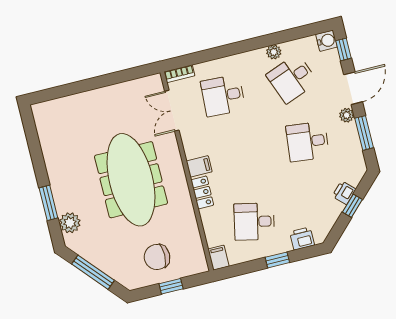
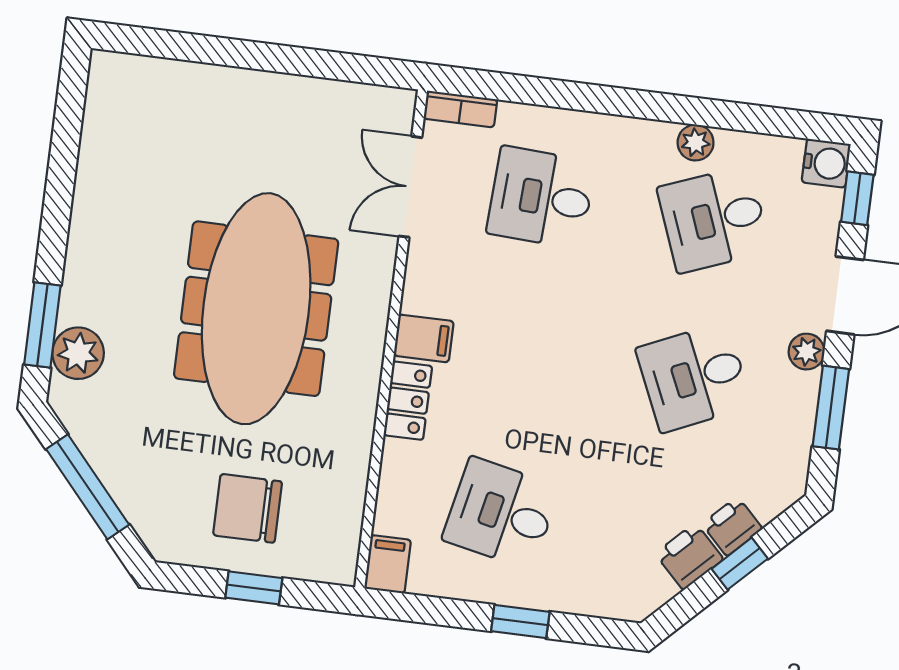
desk: (308, 142) -> (694, 377), turned -30
window: (48, 203) -> (42, 325), moved
printer: (302, 238) -> (689, 556), moved, turned -45

